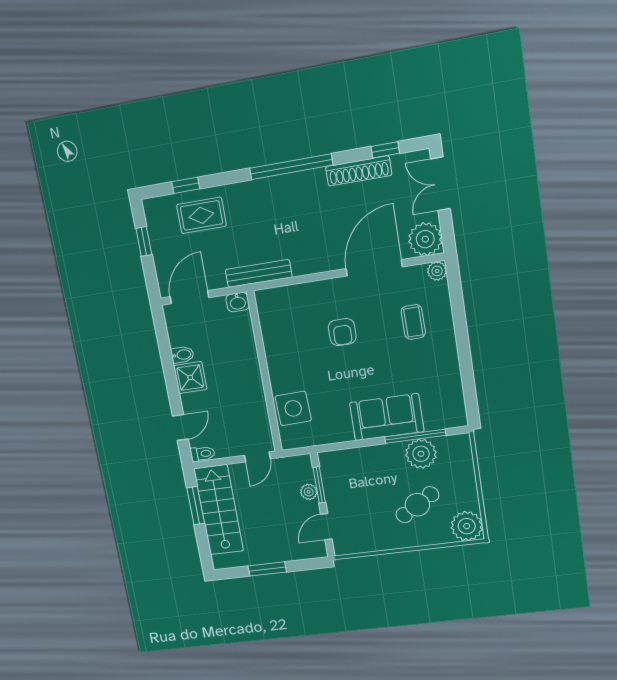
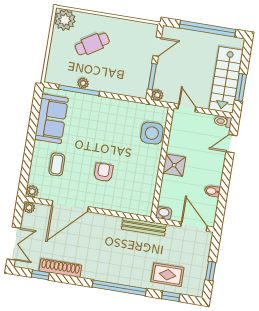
window: (291, 167) -> (119, 288), moved
plant: (425, 239) -> (29, 208), width x0.53, depth x0.53
door: (189, 297) -> (194, 226), swing flipped
shower: (190, 378) -> (174, 165), moved
sofa: (387, 417) -> (51, 119), moved, turned -90
plant: (421, 454) -> (83, 83), width x0.53, depth x0.53
door: (257, 457) -> (187, 108), hinge flipped
plant: (309, 492) -> (157, 95), moved
window: (267, 569) -> (207, 29), width x2.11

